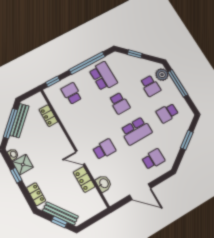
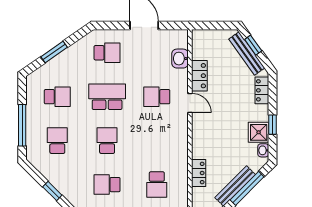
plant: (162, 75) -> (35, 147), removed
school desk: (103, 76) -> (107, 185), width x0.54
school desk: (153, 159) -> (107, 53), turned 180

